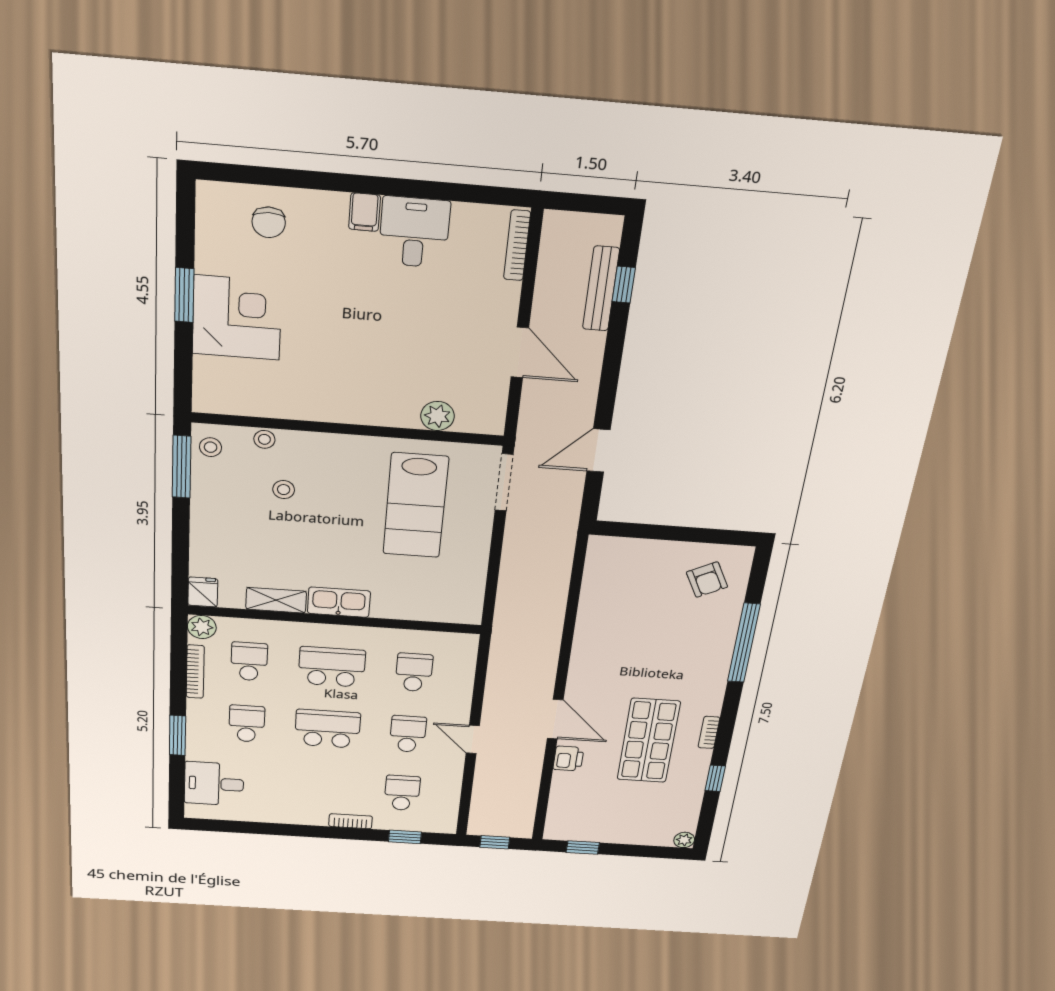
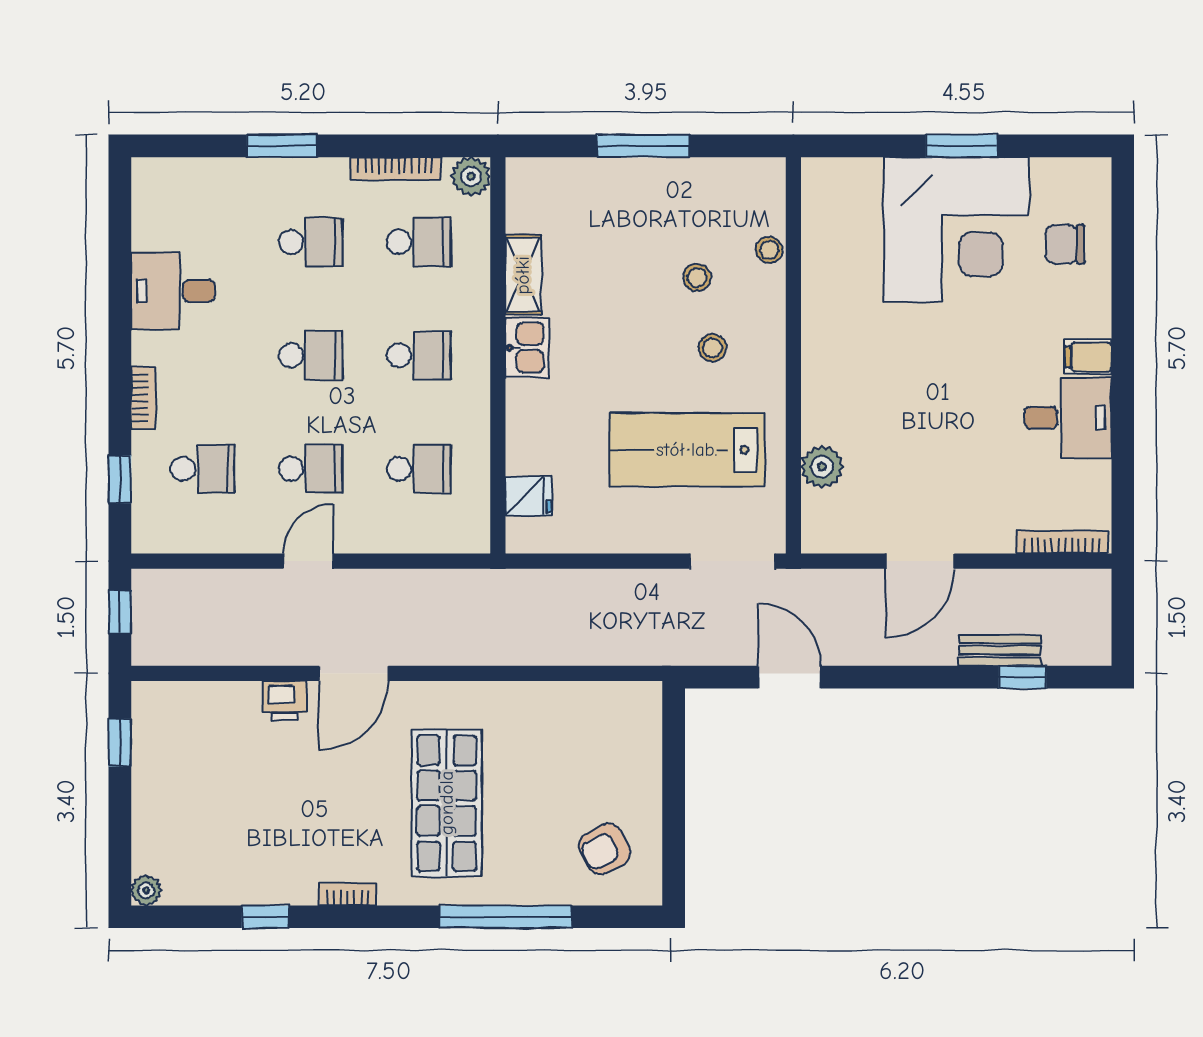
bench: (601, 289) -> (1000, 650), width x0.73
corner desk: (237, 318) -> (956, 230), width x1.36, depth x1.36
stool: (211, 447) -> (712, 348), moved
window: (182, 467) -> (643, 146), moved
fridge: (203, 592) -> (528, 496), moved
kitchen sink: (339, 602) -> (527, 348), width x0.73
school desk: (332, 667) -> (419, 355), width x0.54
school desk: (328, 729) -> (311, 355), width x0.54
shop shelf: (649, 741) -> (447, 803), moved, turned 90
desk: (214, 784) -> (173, 291), moved, turned -90

